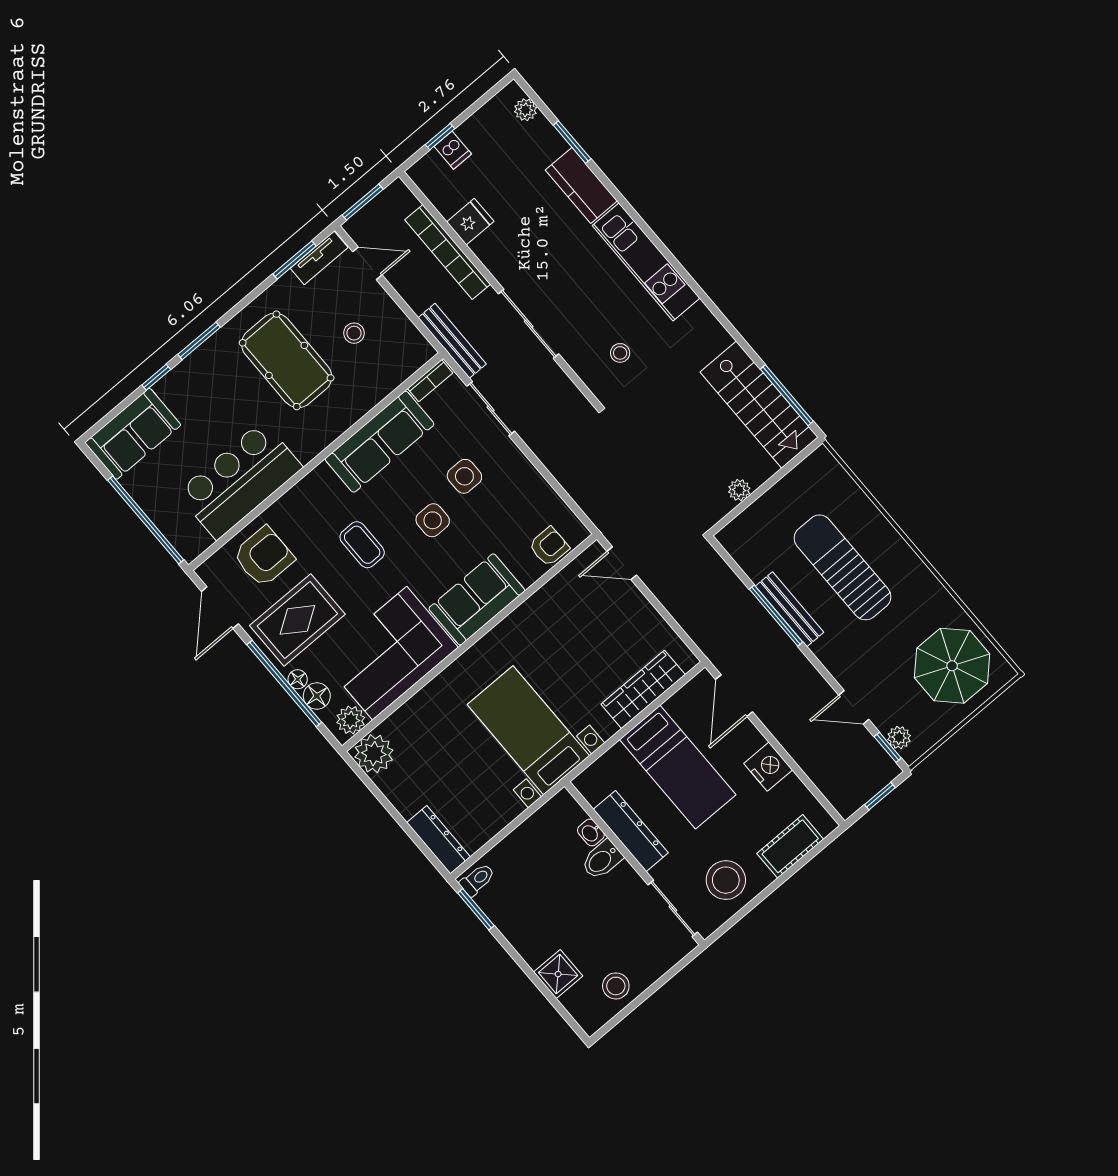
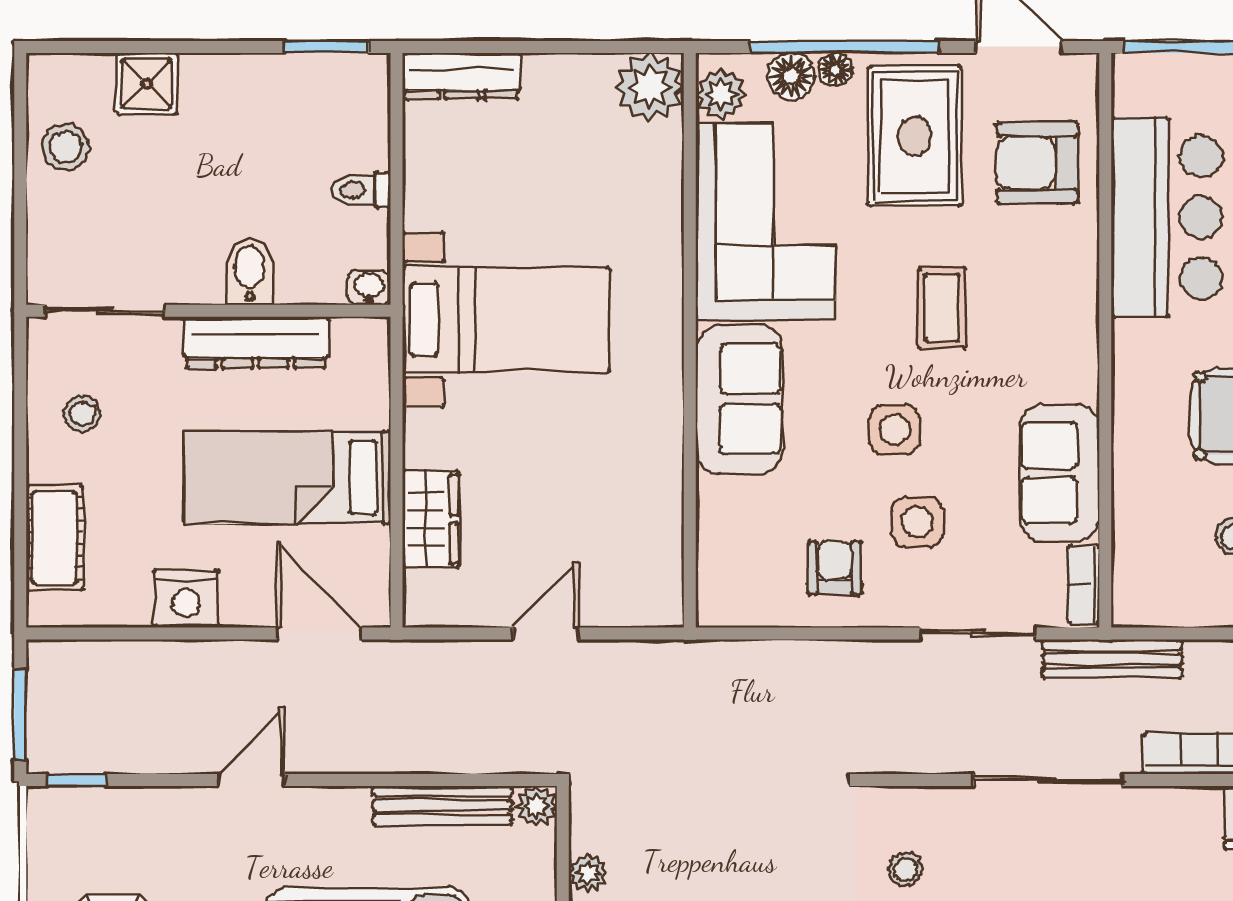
sofa: (380, 442) -> (1060, 473), width x0.73
coffee table: (362, 545) -> (942, 308), turned 90
armchair: (549, 547) -> (835, 568), moved, turned 180
armchair: (264, 557) -> (1037, 163), turned 90
door: (622, 563) -> (546, 633), moved
bench: (790, 609) -> (442, 805), moved
window: (776, 616) -> (379, 780), removed
wardrobe: (643, 689) -> (431, 519), width x0.67
door: (854, 707) -> (251, 780), moved
plant: (899, 737) -> (536, 806), moved
window: (880, 796) -> (20, 714), width x1.50
washbasin: (591, 833) -> (369, 287), moved
toilet: (477, 880) -> (361, 190), moved, turned 90
stool: (726, 880) -> (83, 414), width x0.53, depth x0.53

